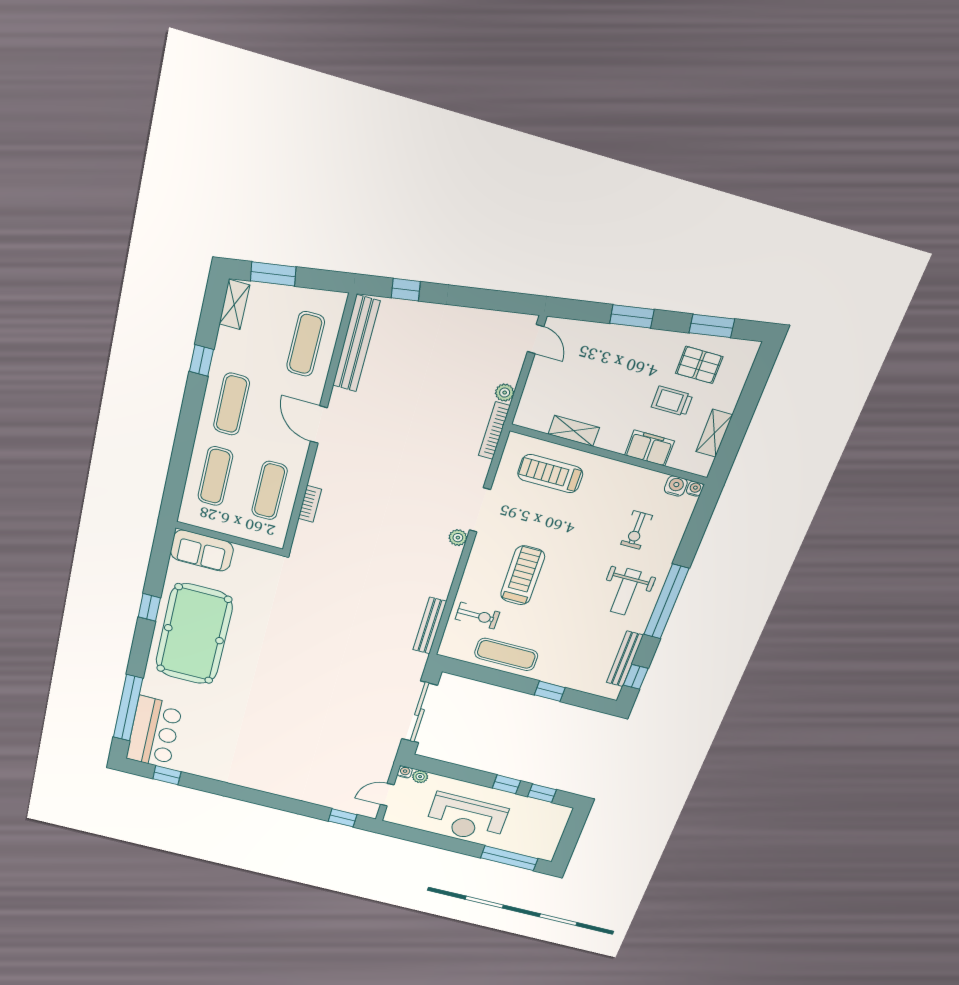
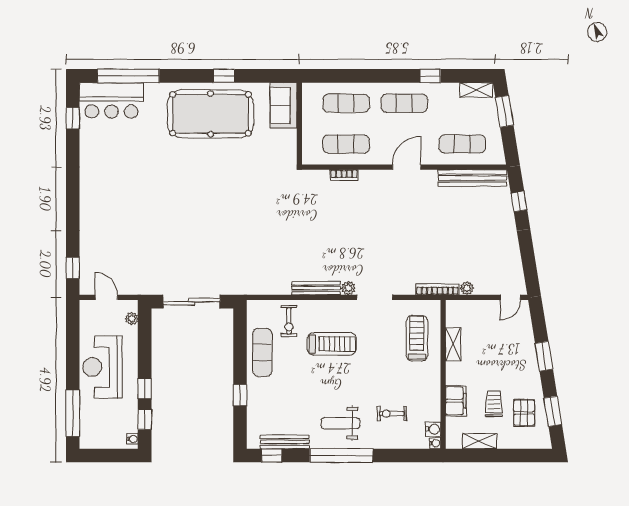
bench: (430, 626) -> (316, 288), moved
water cooler: (405, 772) -> (132, 439), moved

